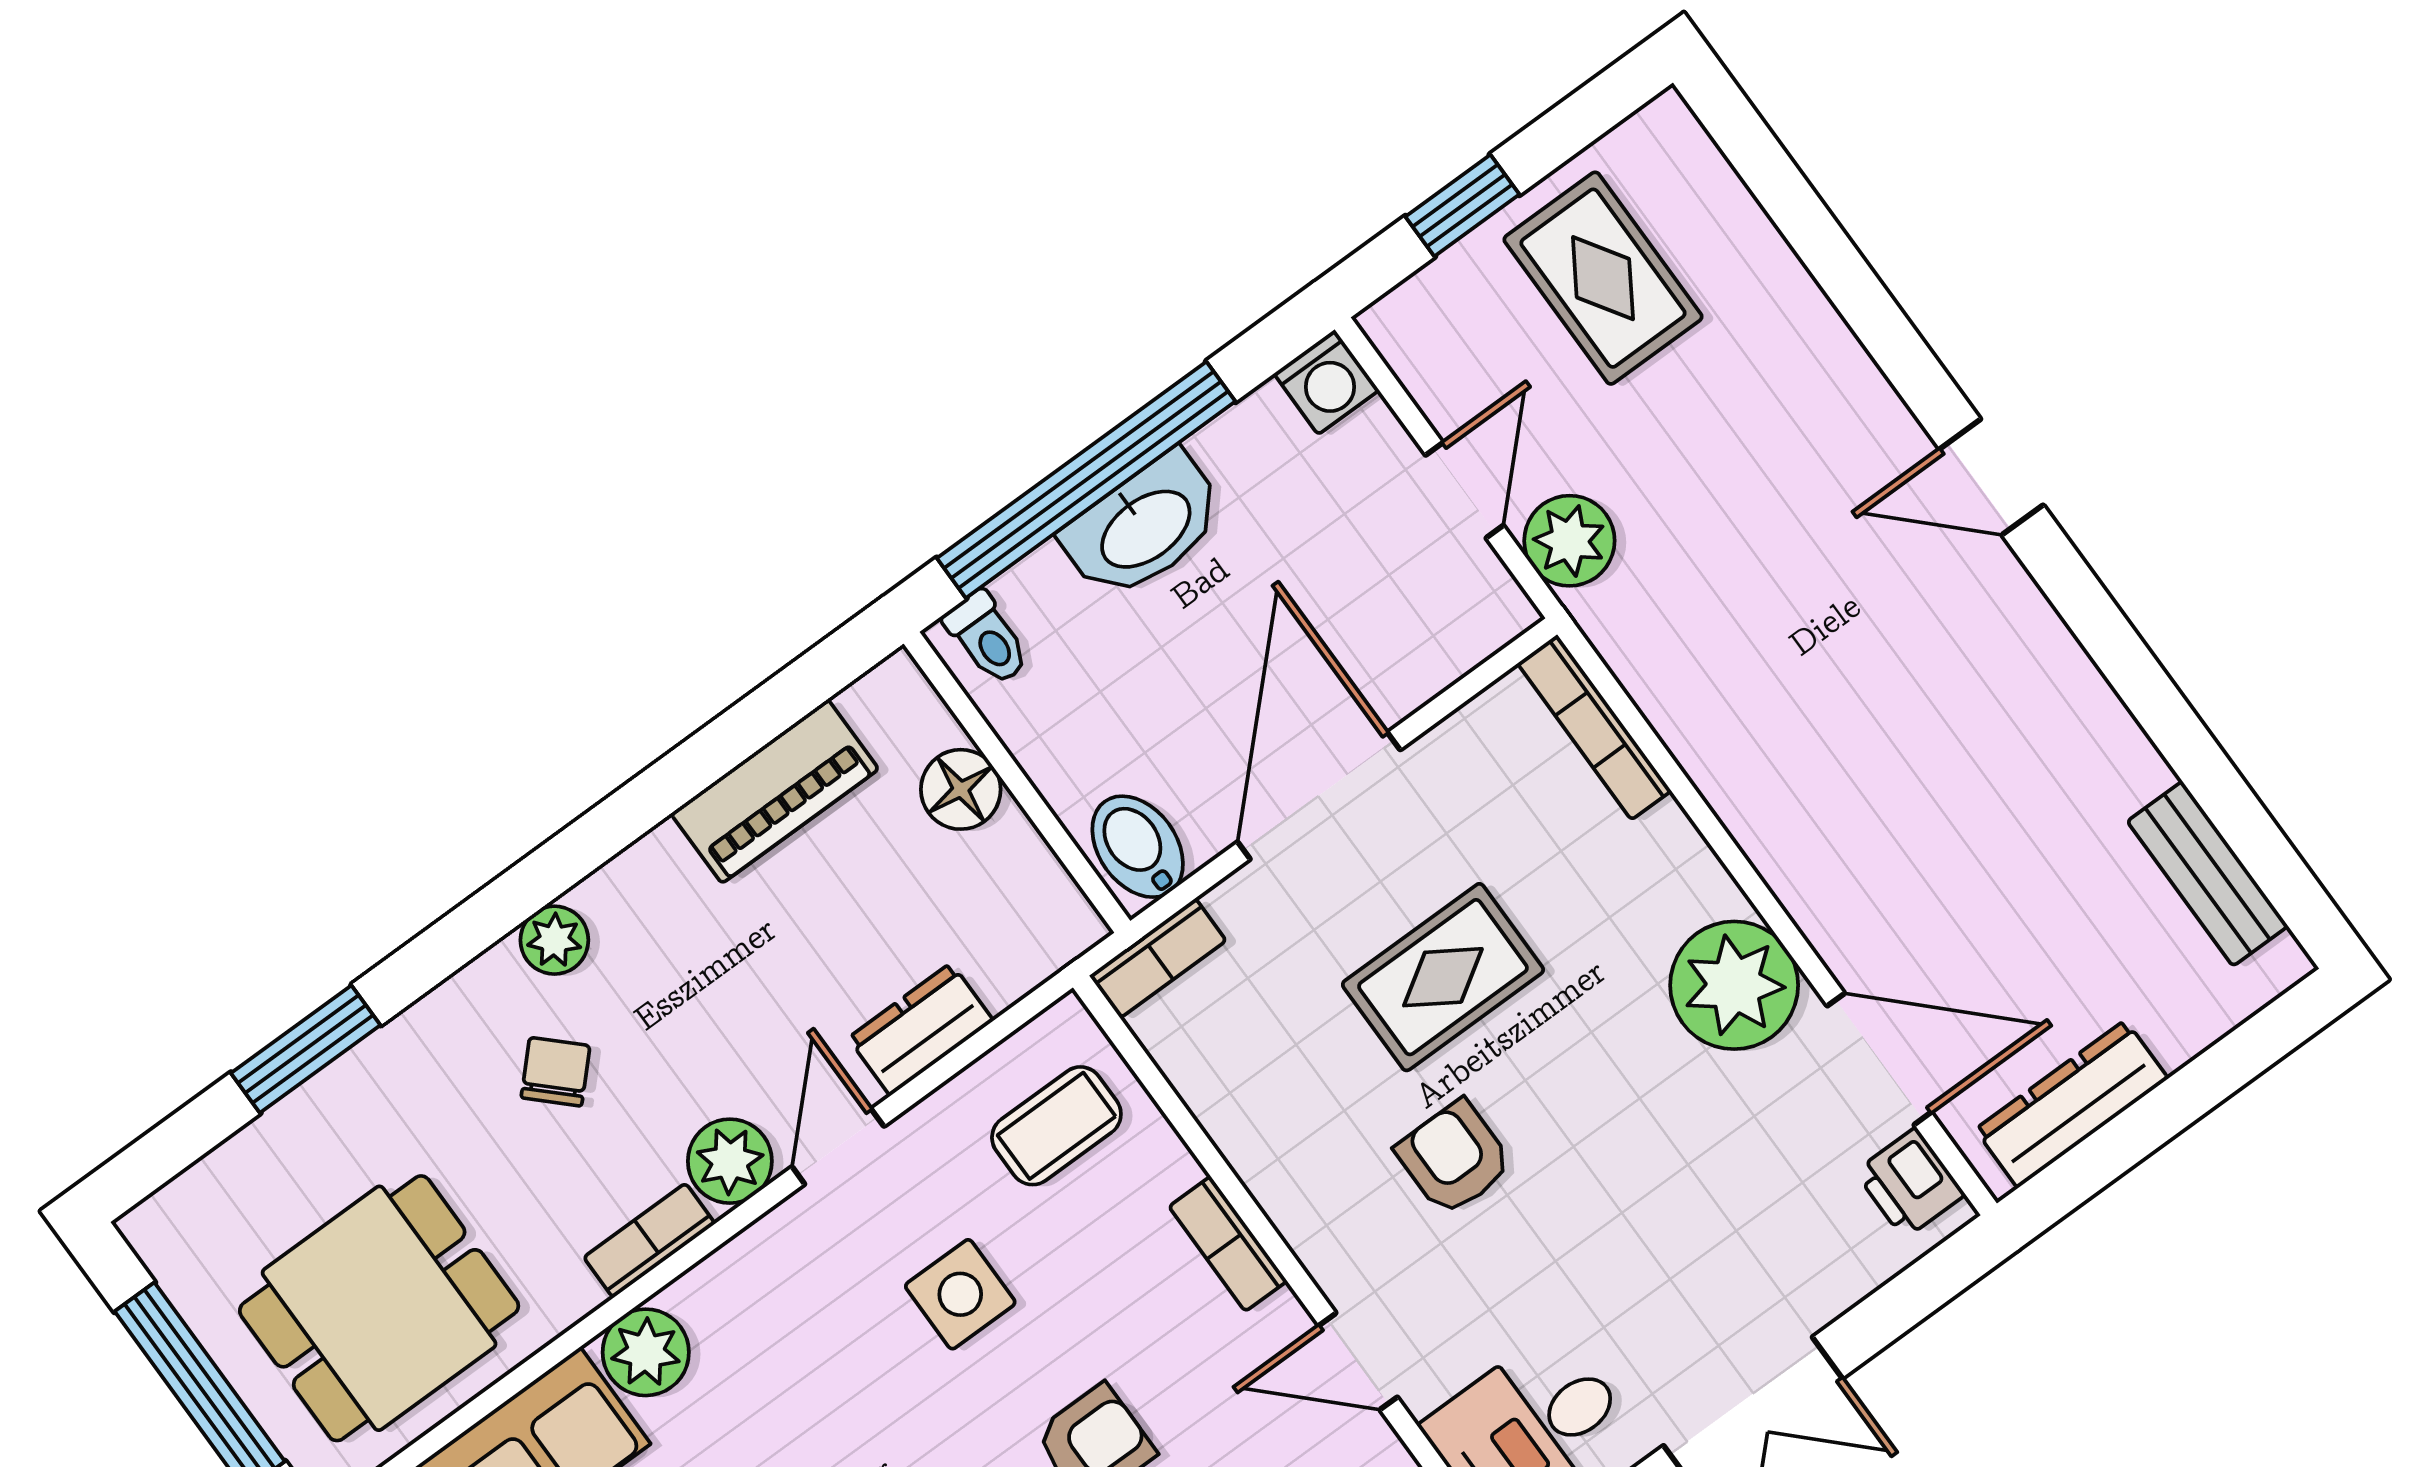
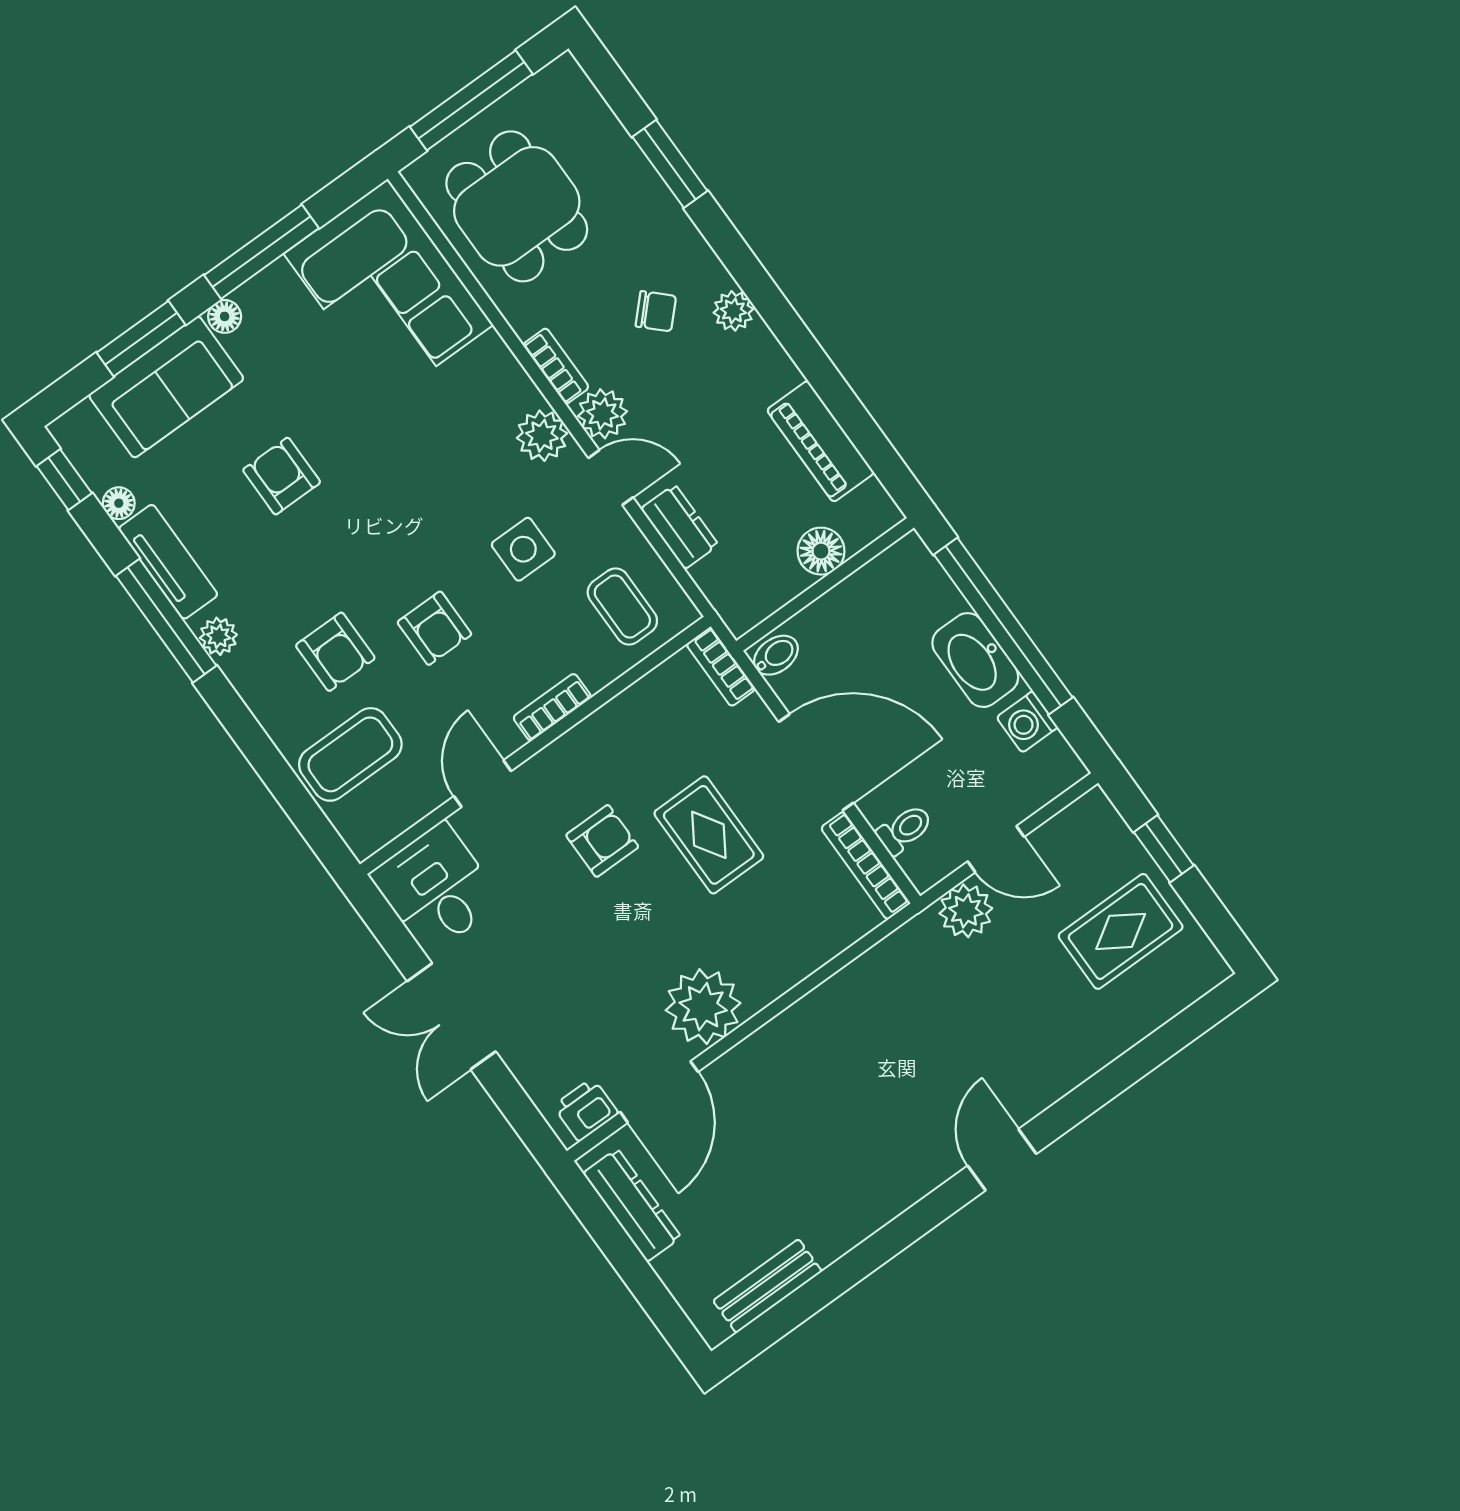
washing machine: (1326, 382) -> (1027, 722), moved
toilet: (987, 638) -> (905, 829), moved, turned 180
bookcase: (1594, 727) -> (865, 866), moved, turned -90
bidet: (1138, 847) -> (776, 655), width x0.72, depth x0.74
plant: (646, 1352) -> (542, 436), moved

